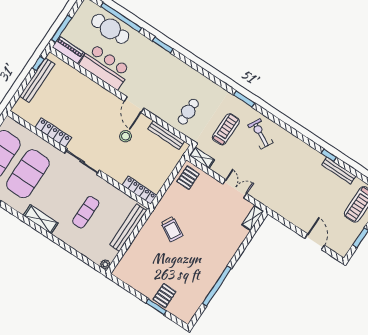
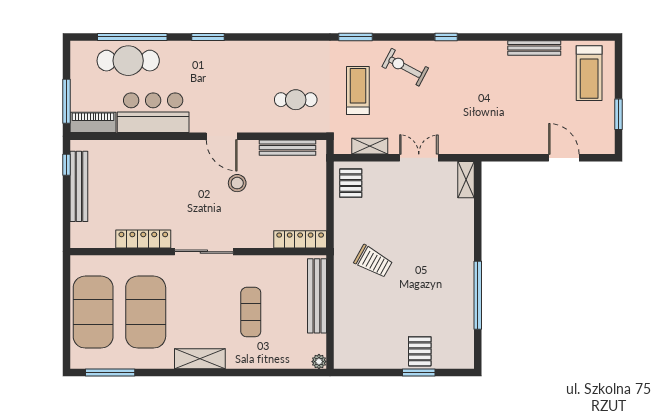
cafe table: (188, 112) -> (296, 100), turned 90
window: (329, 155) -> (446, 37), moved
shelving: (202, 158) -> (370, 146), moved

